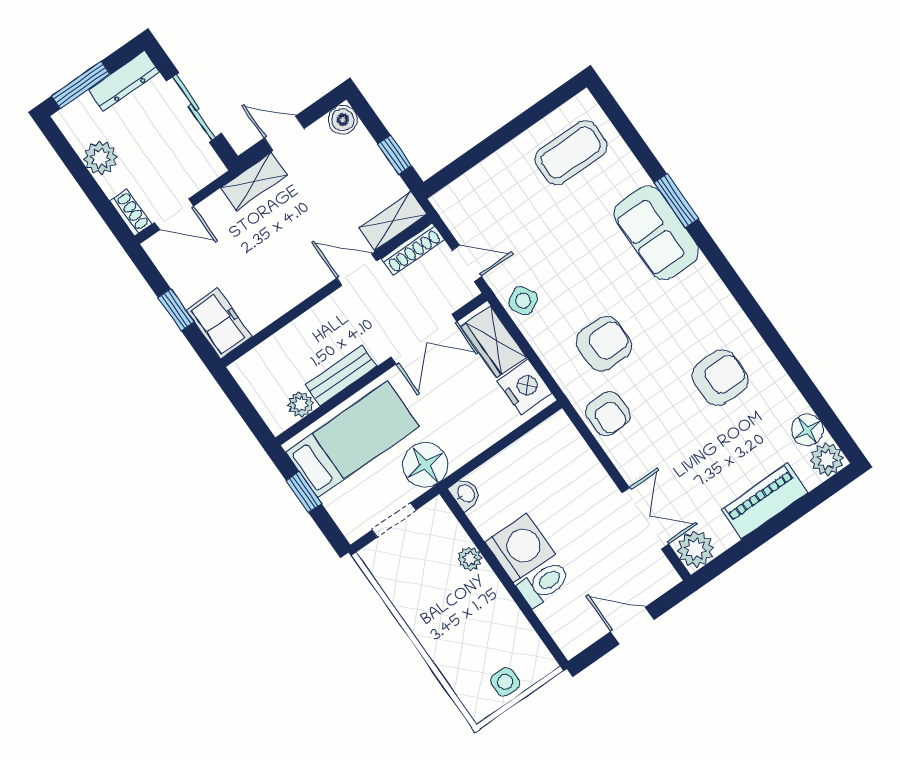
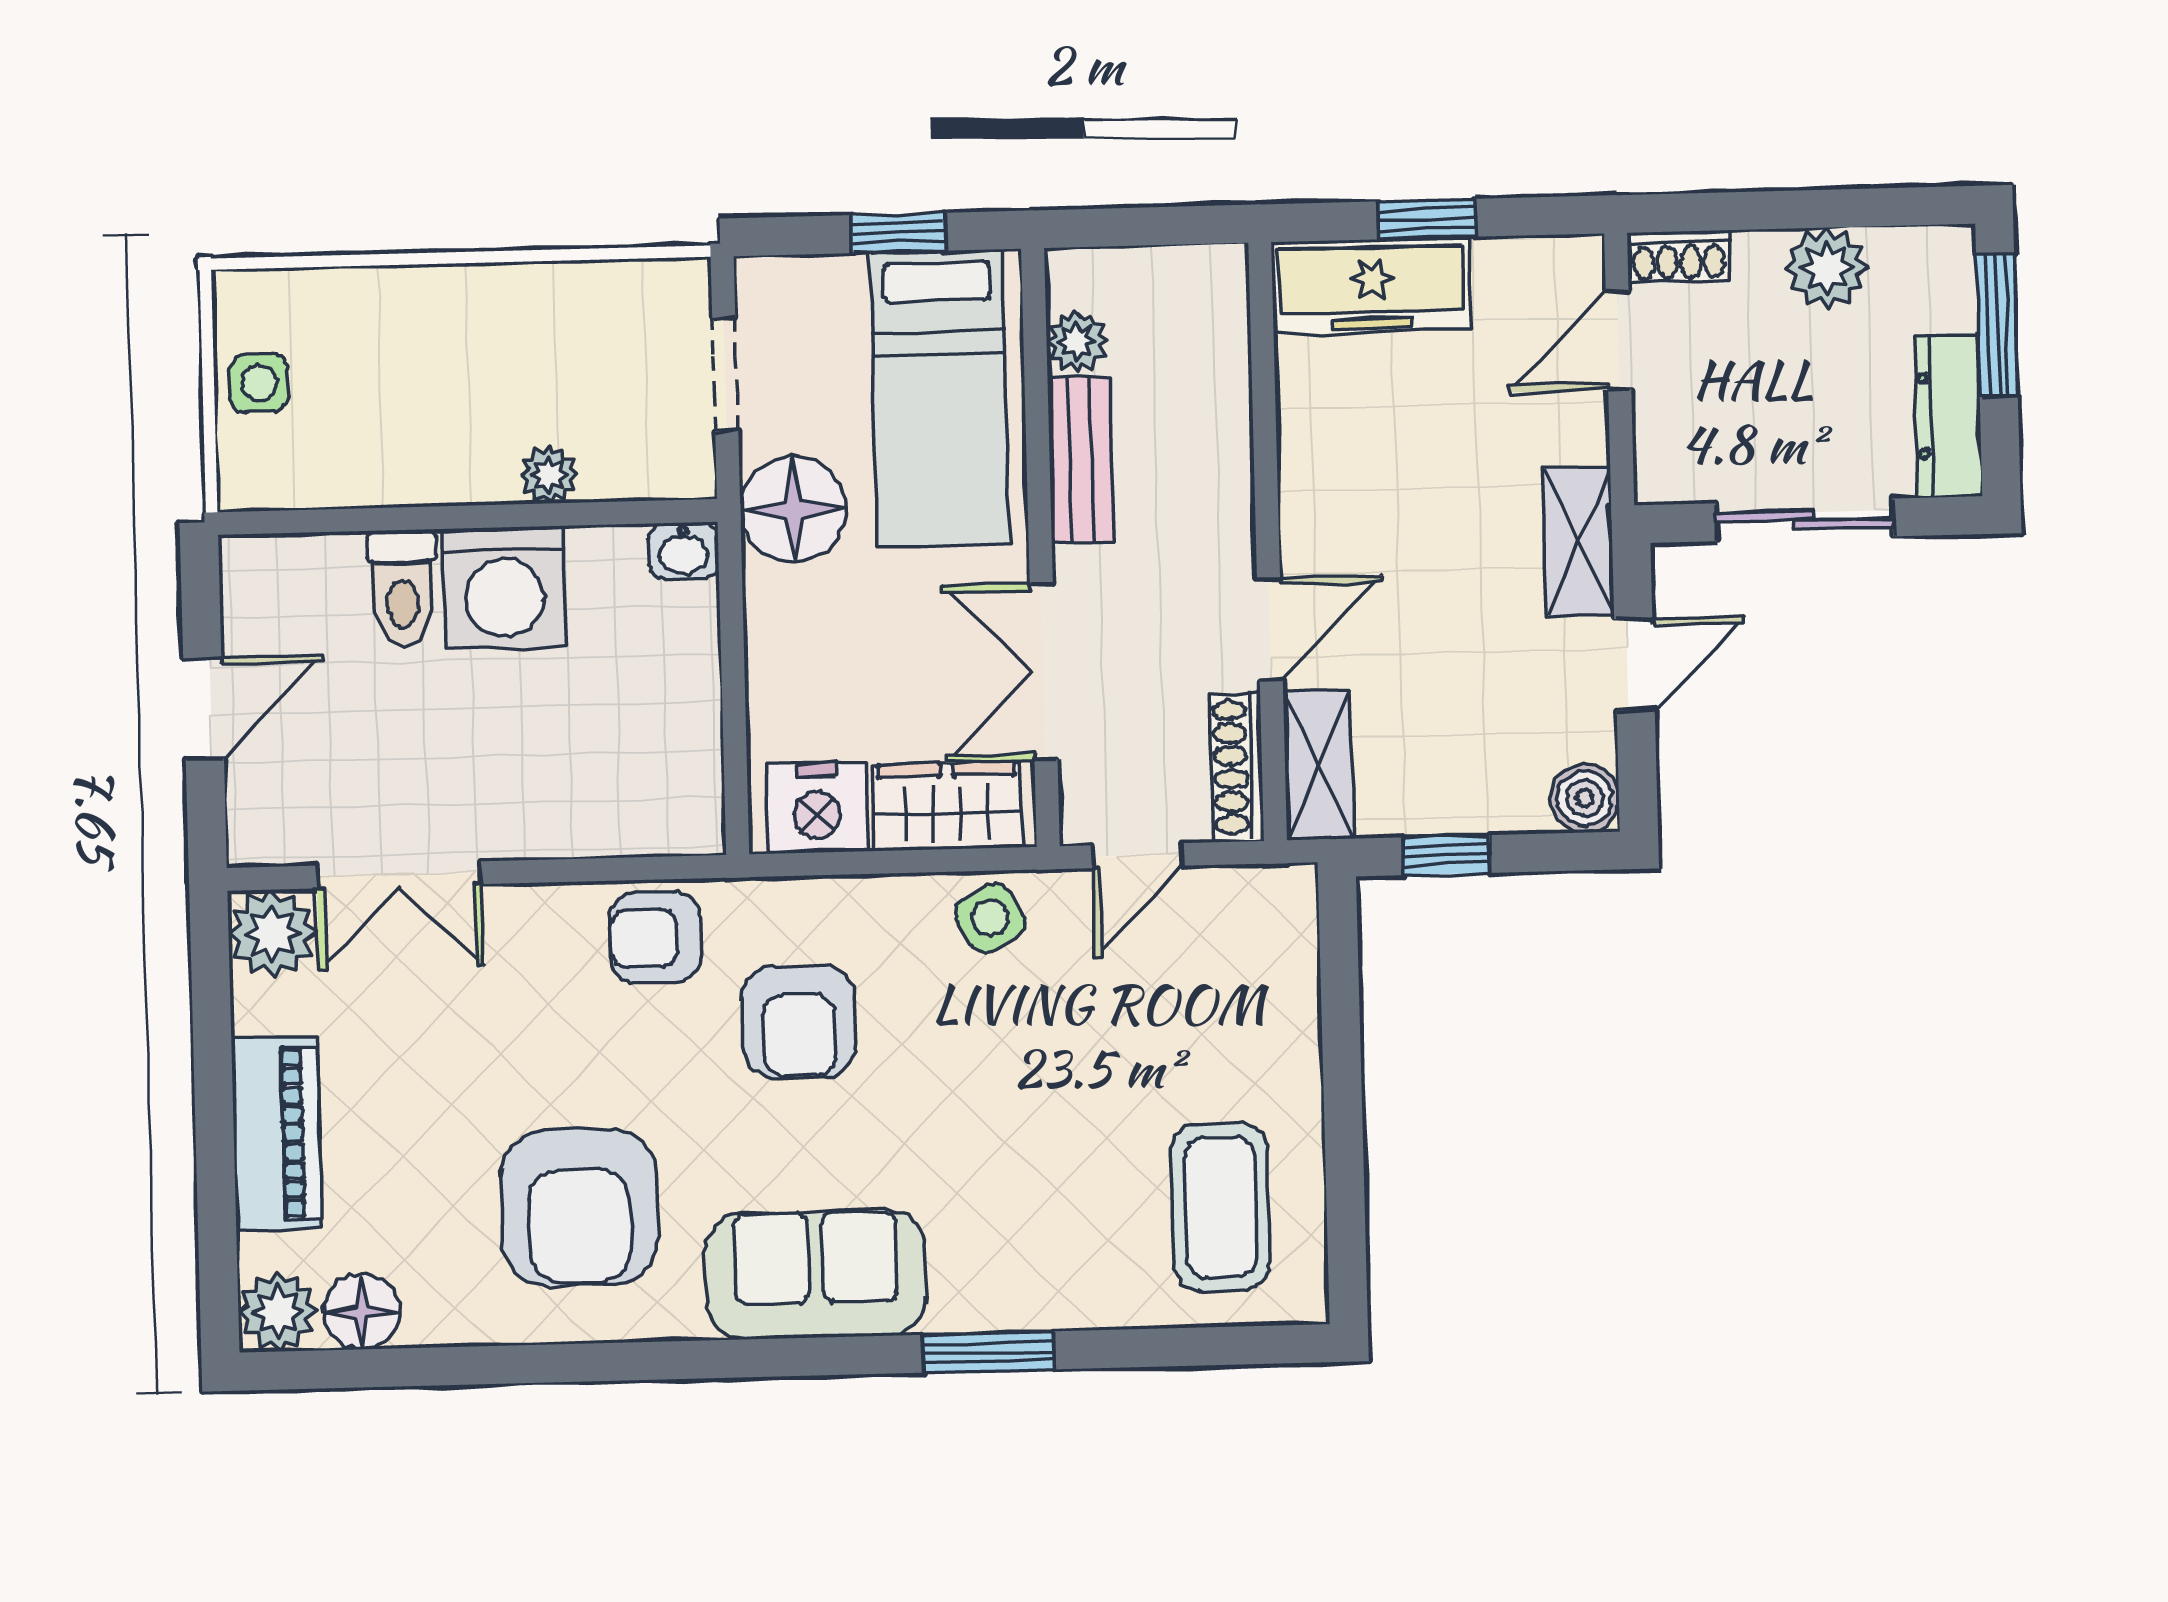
sofa: (656, 233) -> (816, 1274), moved
freezer: (219, 323) -> (1372, 286), width x1.40
armchair: (720, 378) -> (579, 1207), width x1.36, depth x1.36

